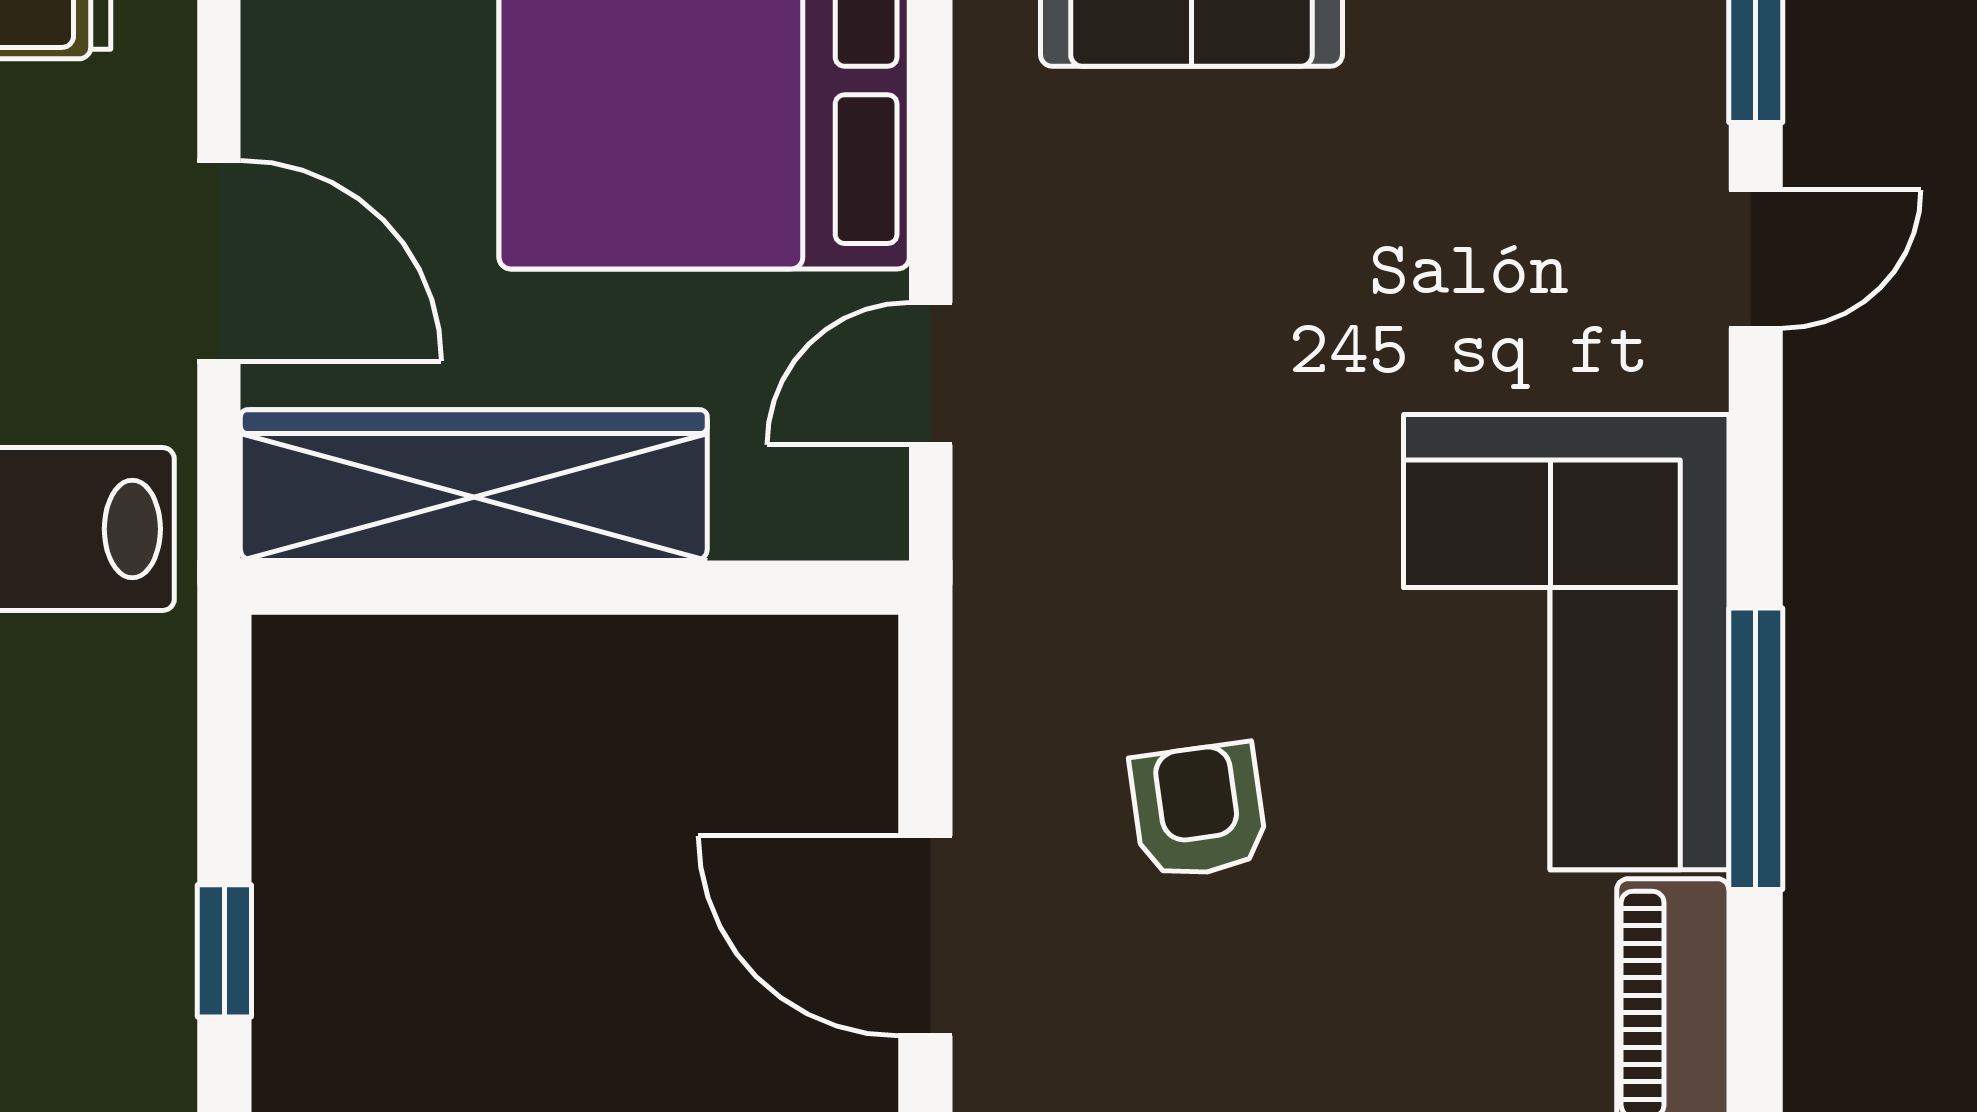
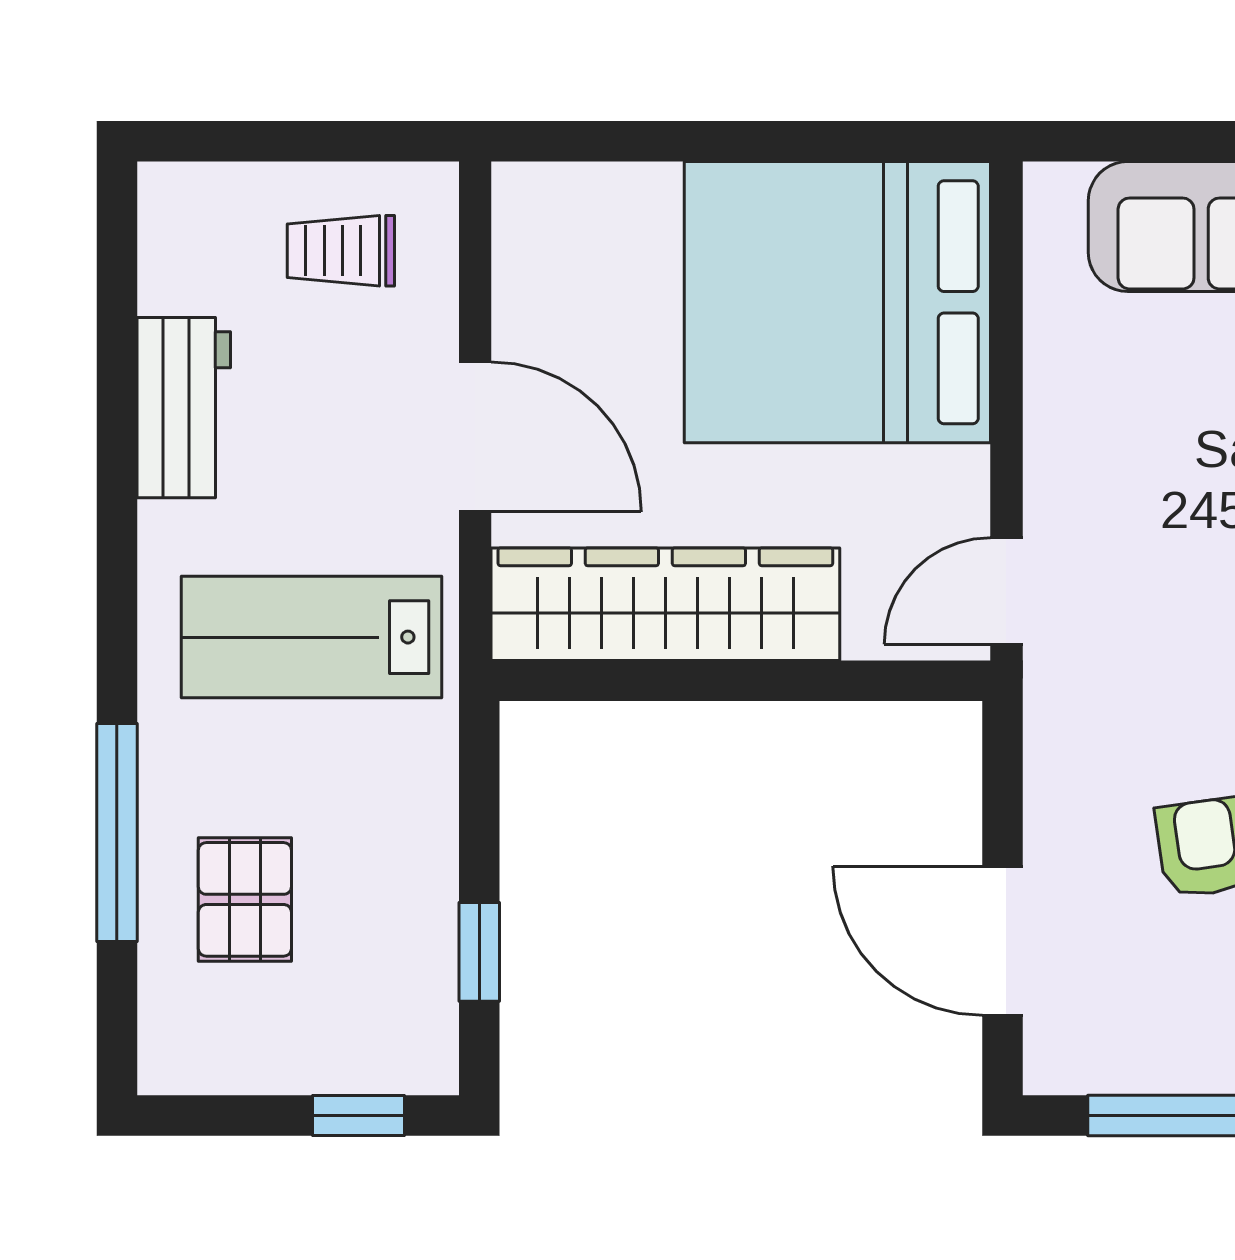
door: (931, 374) -> (1006, 591), moved

